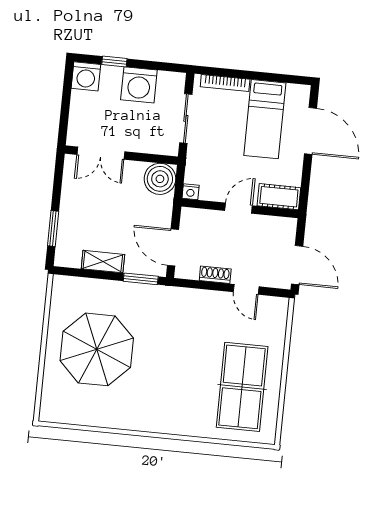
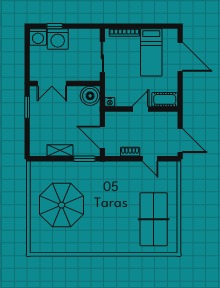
washing machine: (139, 85) -> (58, 39), moved
window: (53, 229) -> (27, 107), moved

